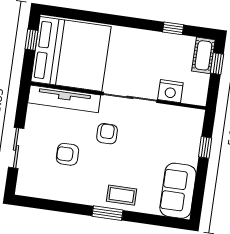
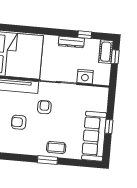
dresser: (152, 38) -> (71, 42), added
window: (205, 147) -> (109, 127), moved
sofa: (178, 191) -> (94, 136), width x1.36

